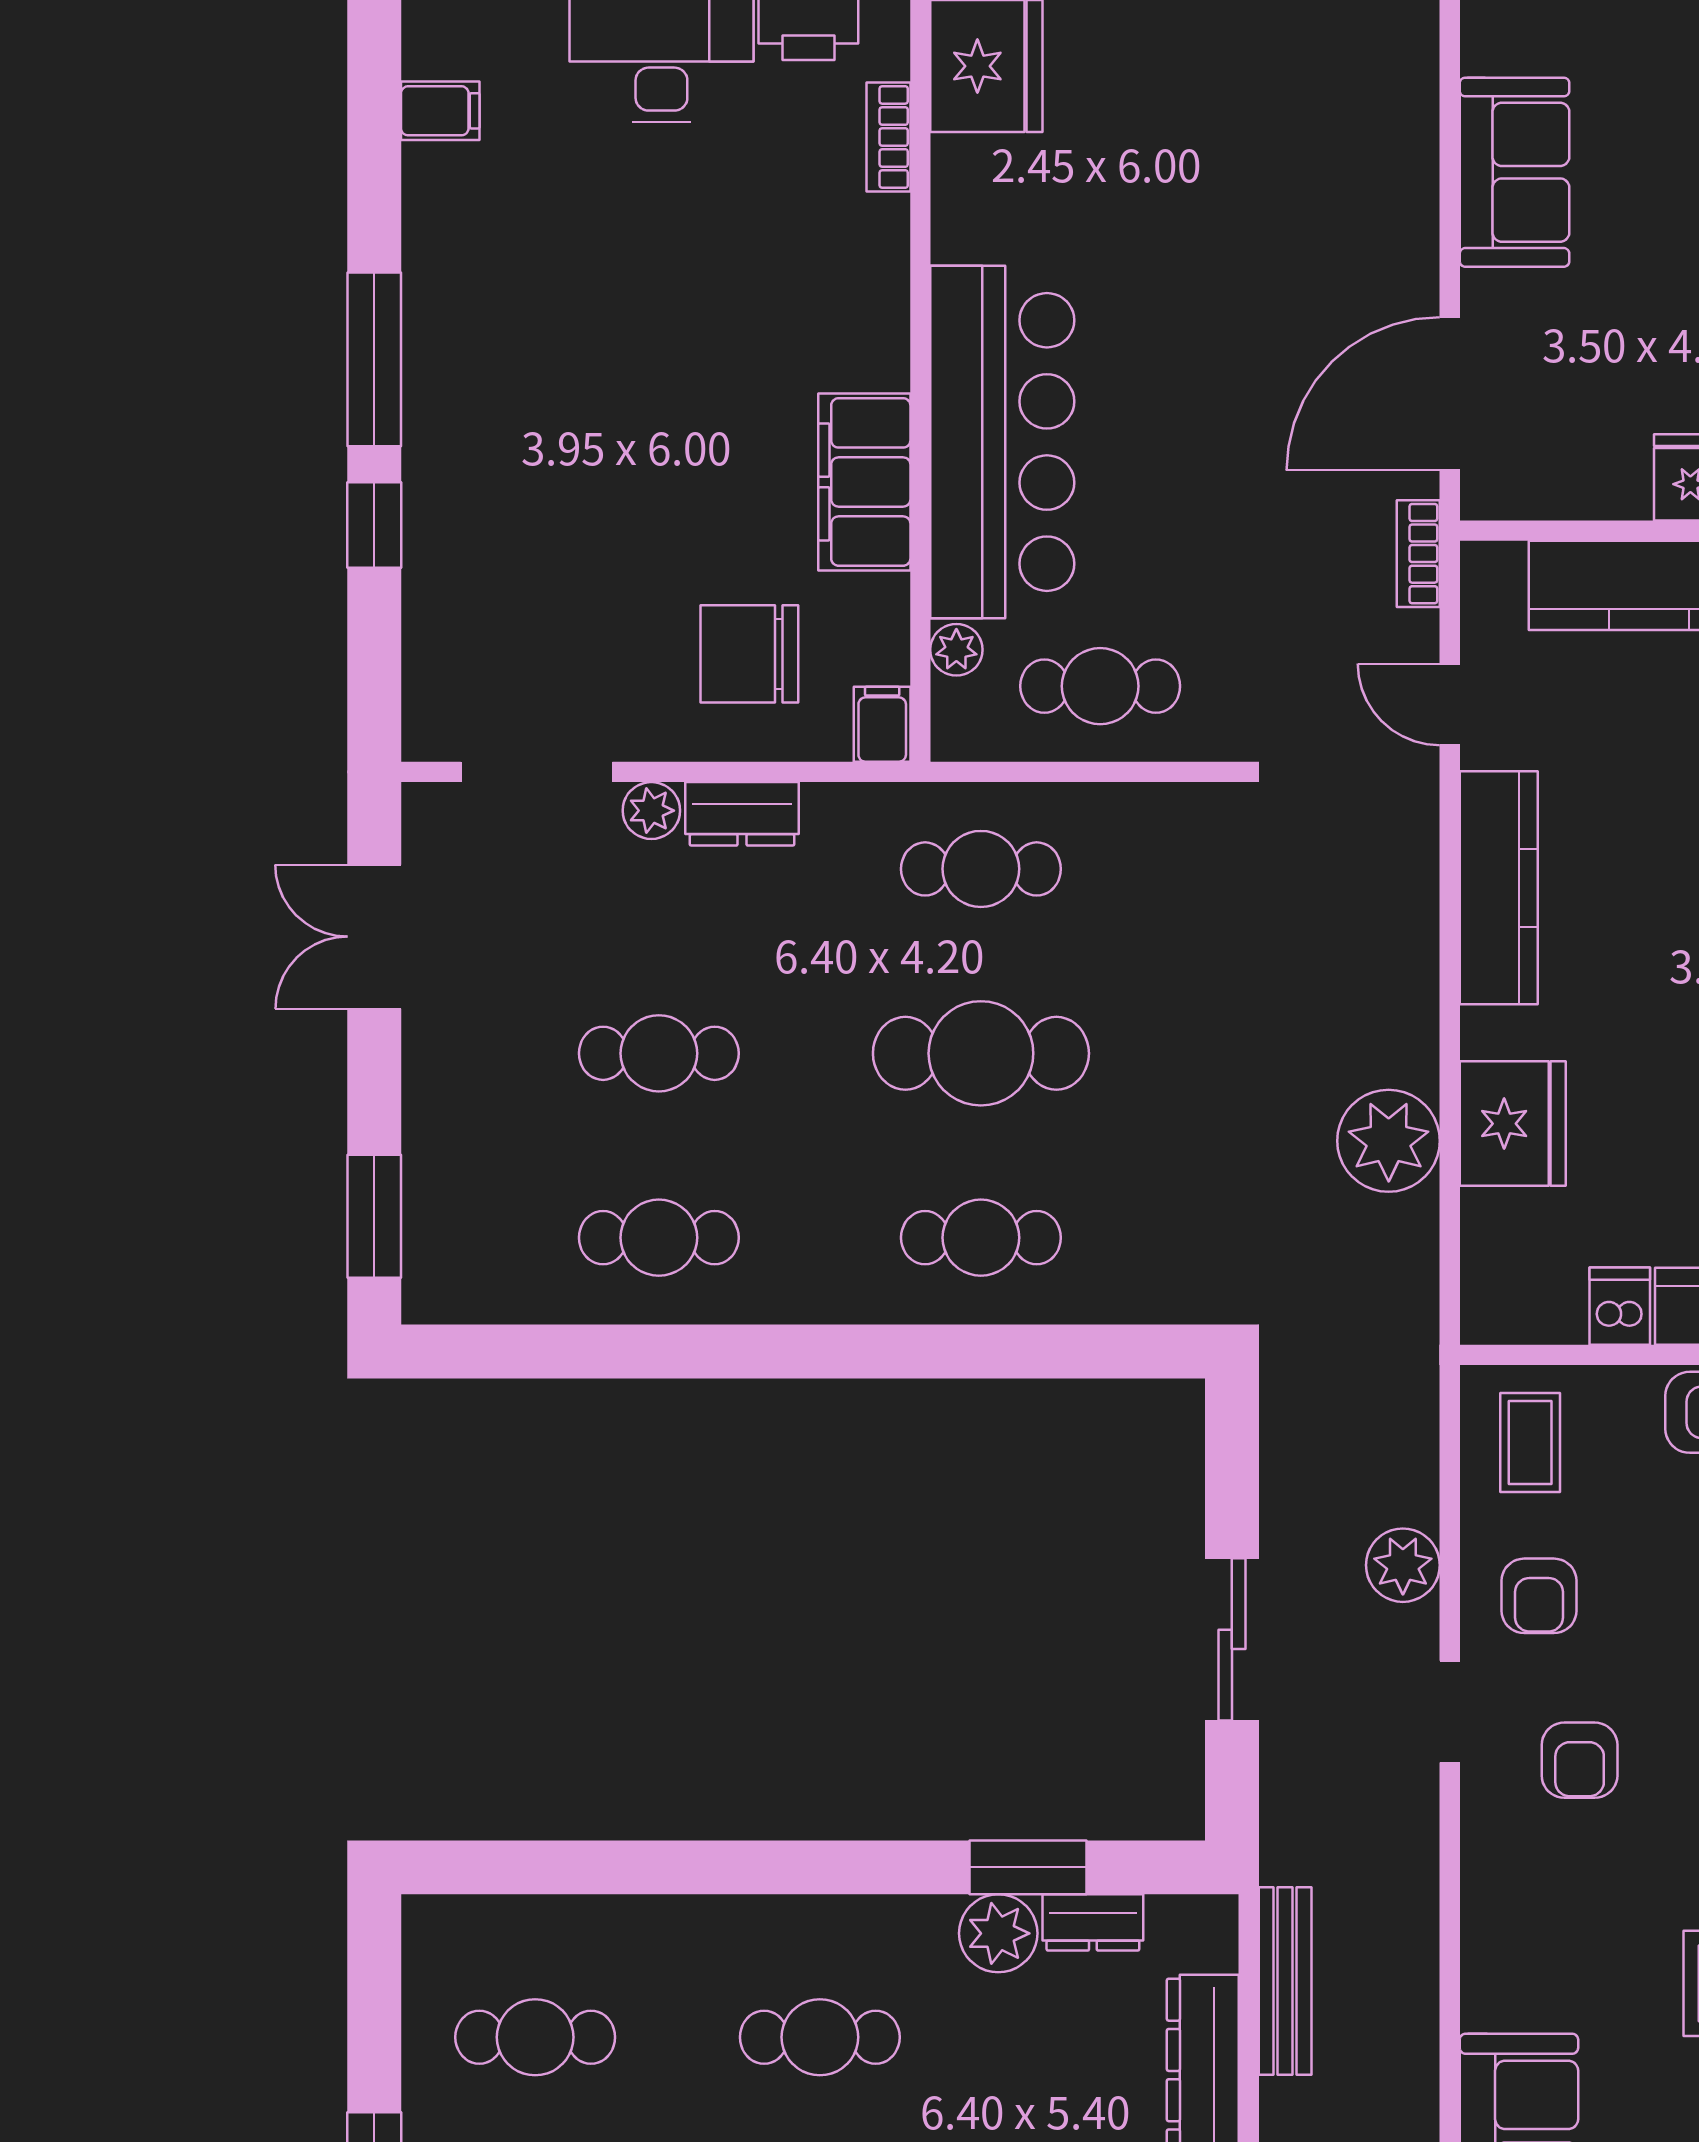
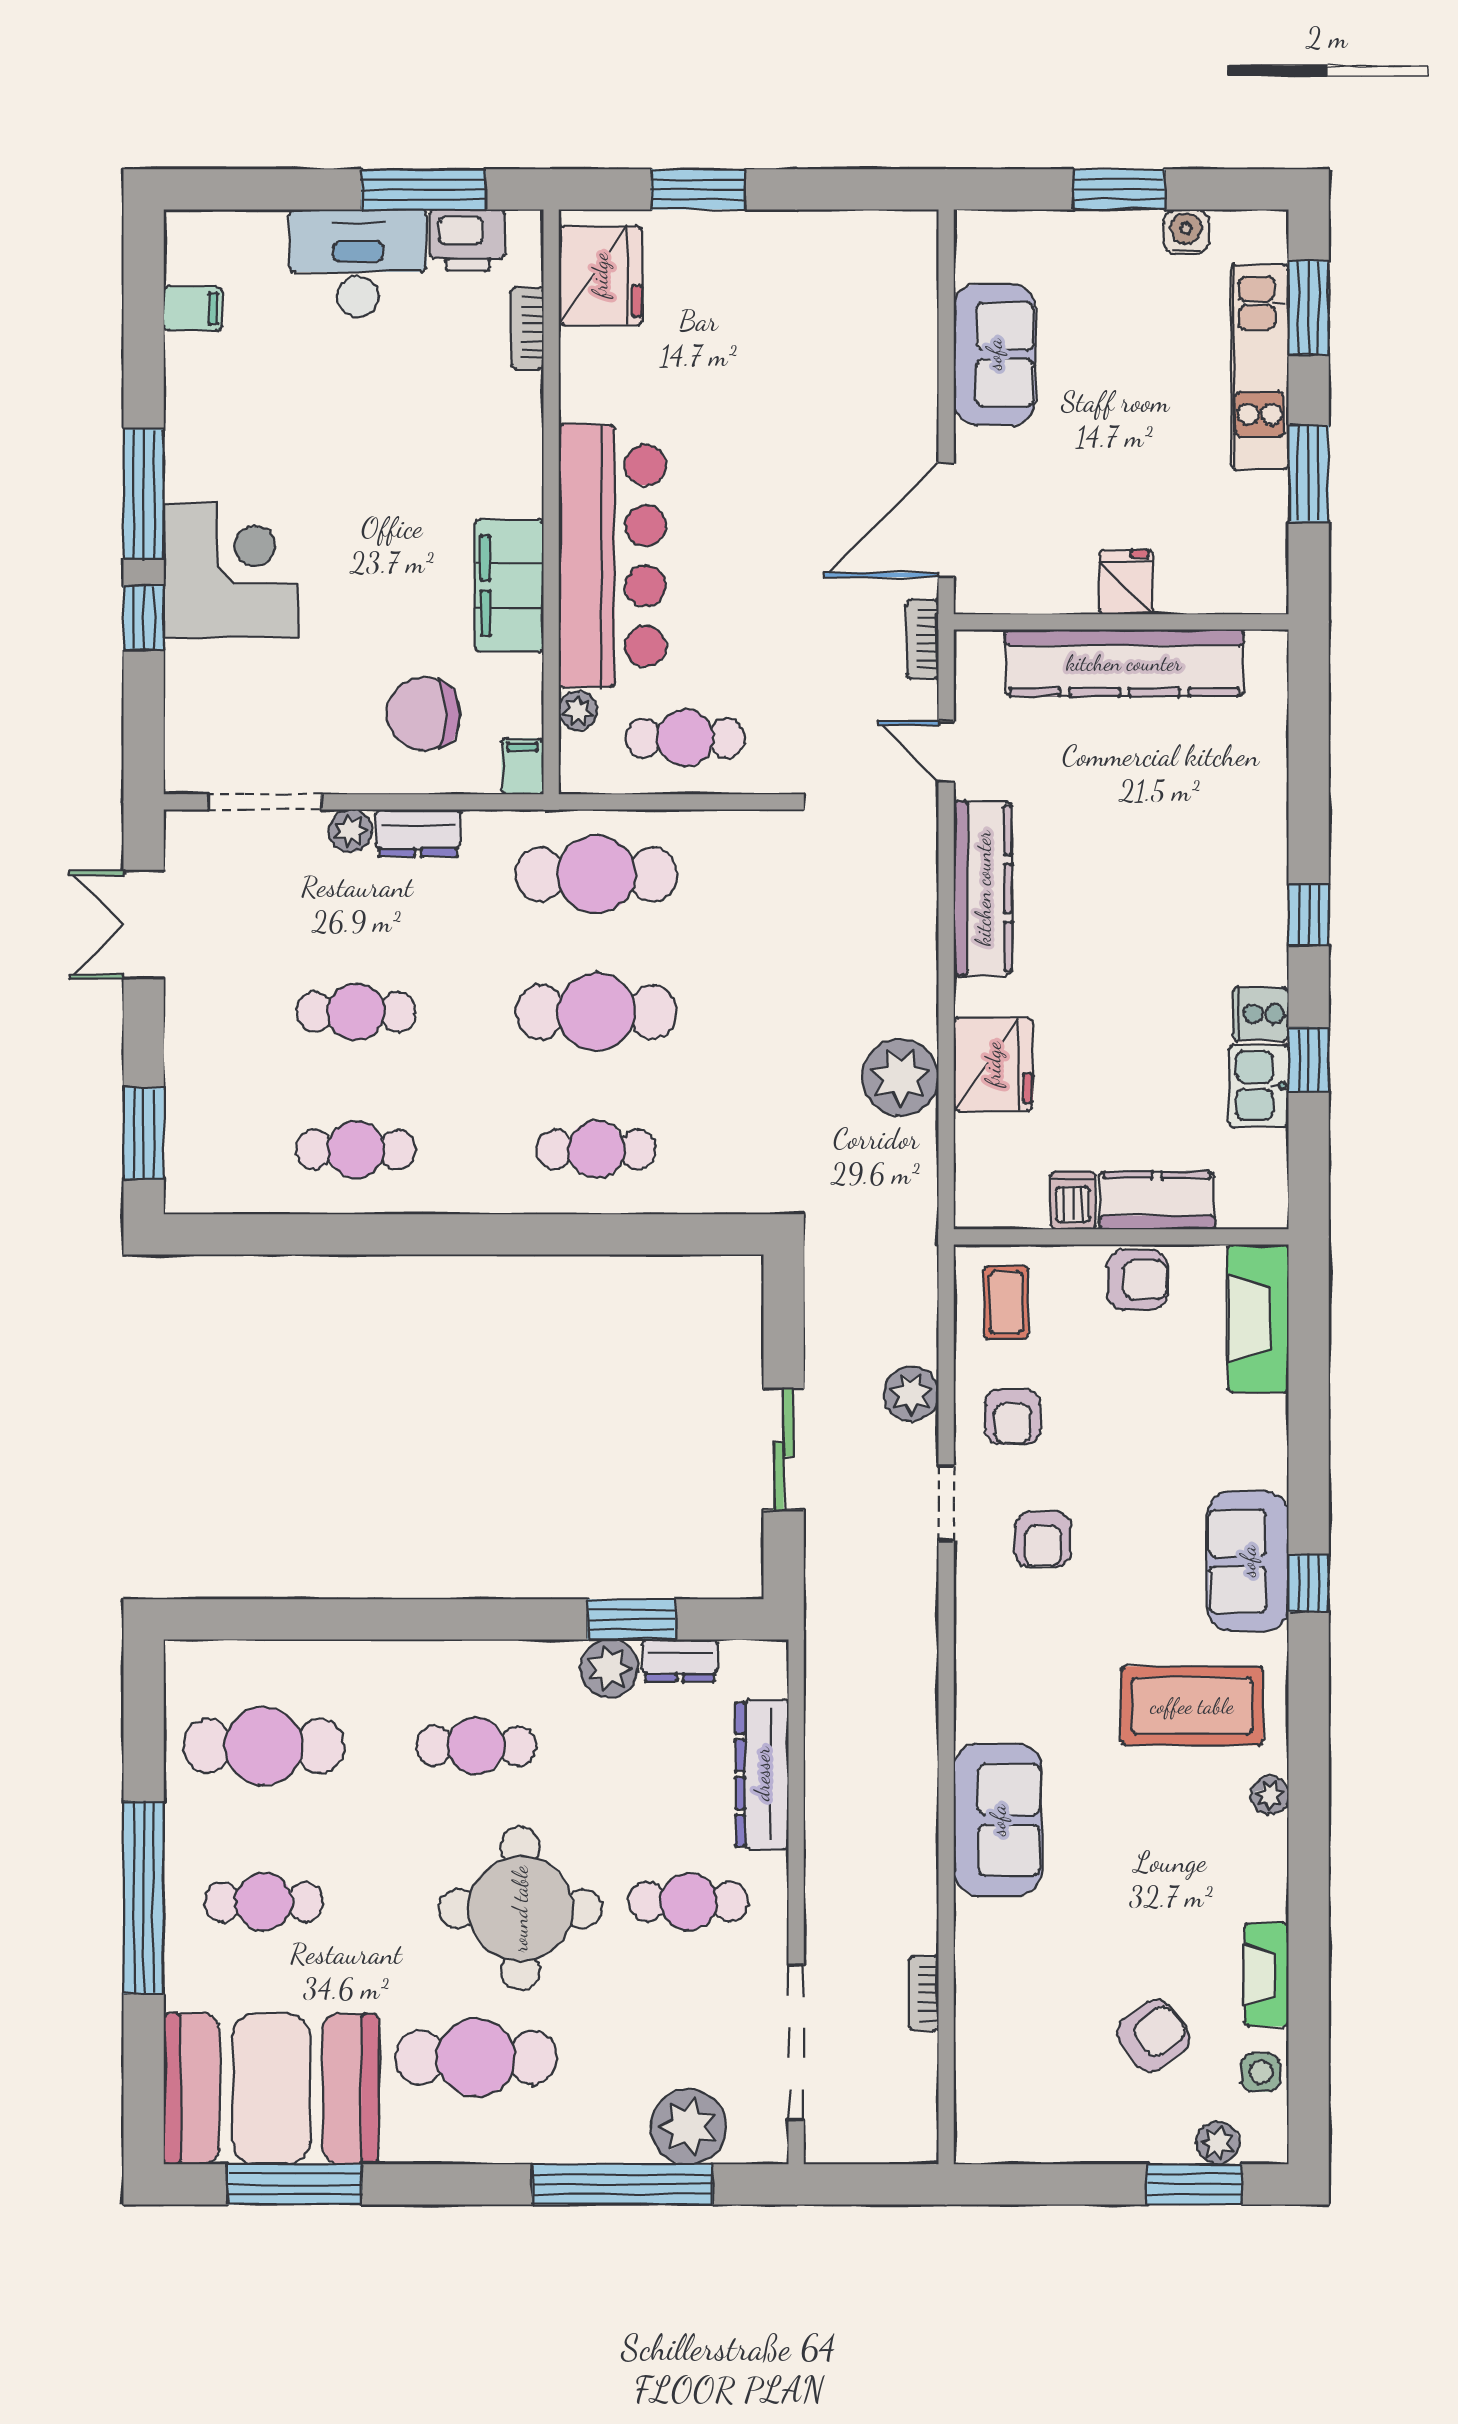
corner desk: (491, 461) -> (231, 570), added
cafe table: (981, 869) -> (596, 874), width x1.37, depth x1.35
bench: (1285, 1981) -> (823, 1704), removed
cafe table: (535, 2037) -> (264, 1746), width x1.37, depth x1.35

